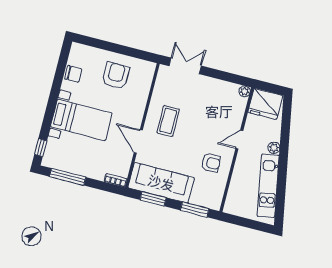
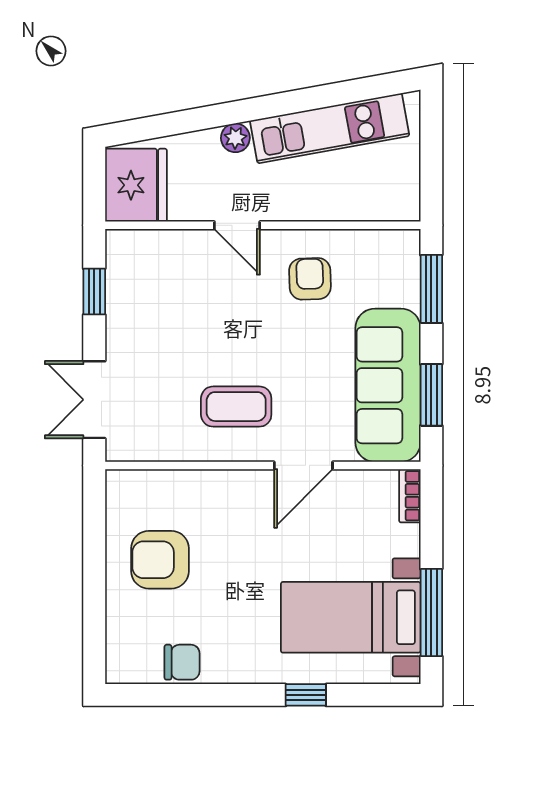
chair: (73, 74) -> (182, 662), turned 90
window: (228, 77) -> (94, 292), added
plant: (244, 91) -> (119, 242), removed
bed with nightstands: (81, 120) -> (351, 617), moved, turned -90
window: (41, 148) -> (306, 695), moved

